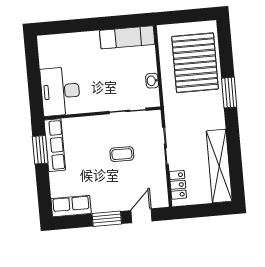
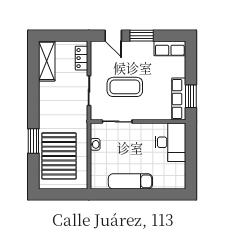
exam couch: (127, 37) -> (130, 181), moved
window: (229, 93) -> (33, 141), moved
coffee table: (122, 154) -> (125, 87), width x1.86, depth x1.72
shelving: (219, 166) -> (47, 61), width x0.68
door: (142, 216) -> (113, 36), hinge flipped

